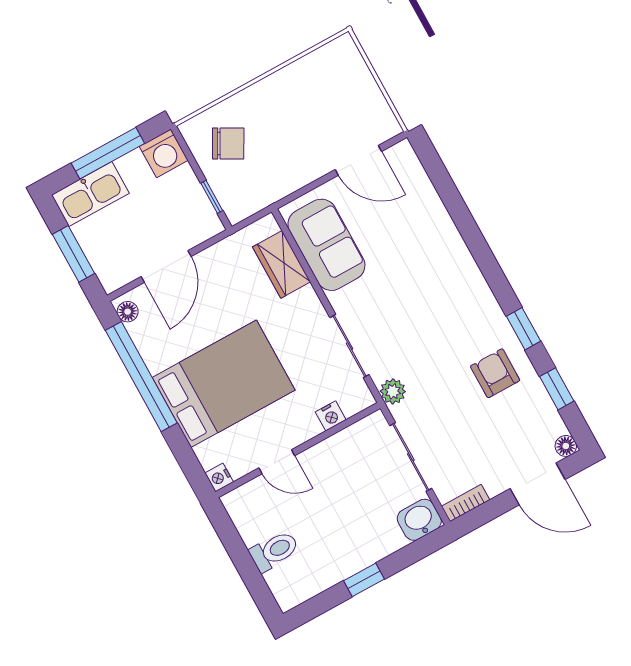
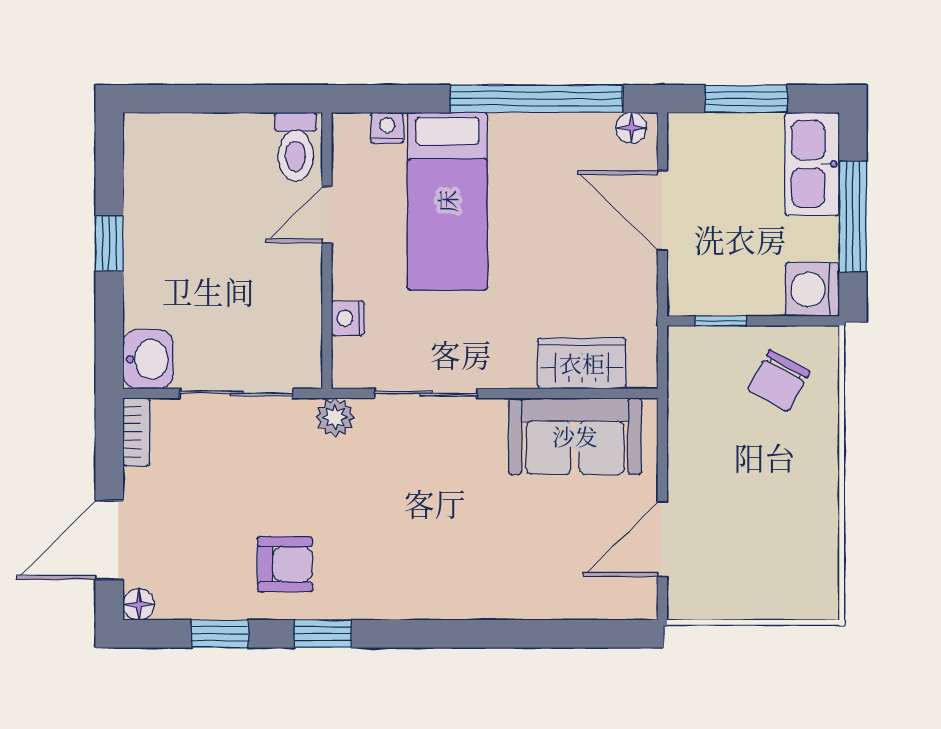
bed: (224, 384) -> (447, 201), width x0.67
nightstand: (219, 478) -> (387, 128), moved
toilet: (274, 551) -> (296, 147), moved

